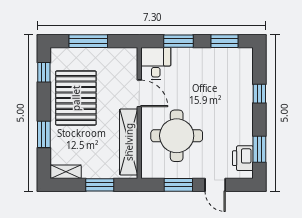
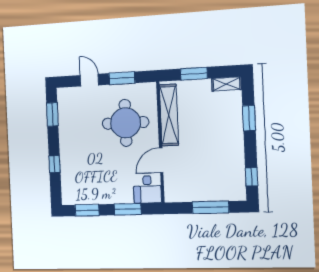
door: (139, 93) -> (161, 160), hinge flipped
pallet: (76, 98) -> (220, 154), removed
printer: (243, 158) -> (66, 106), removed

